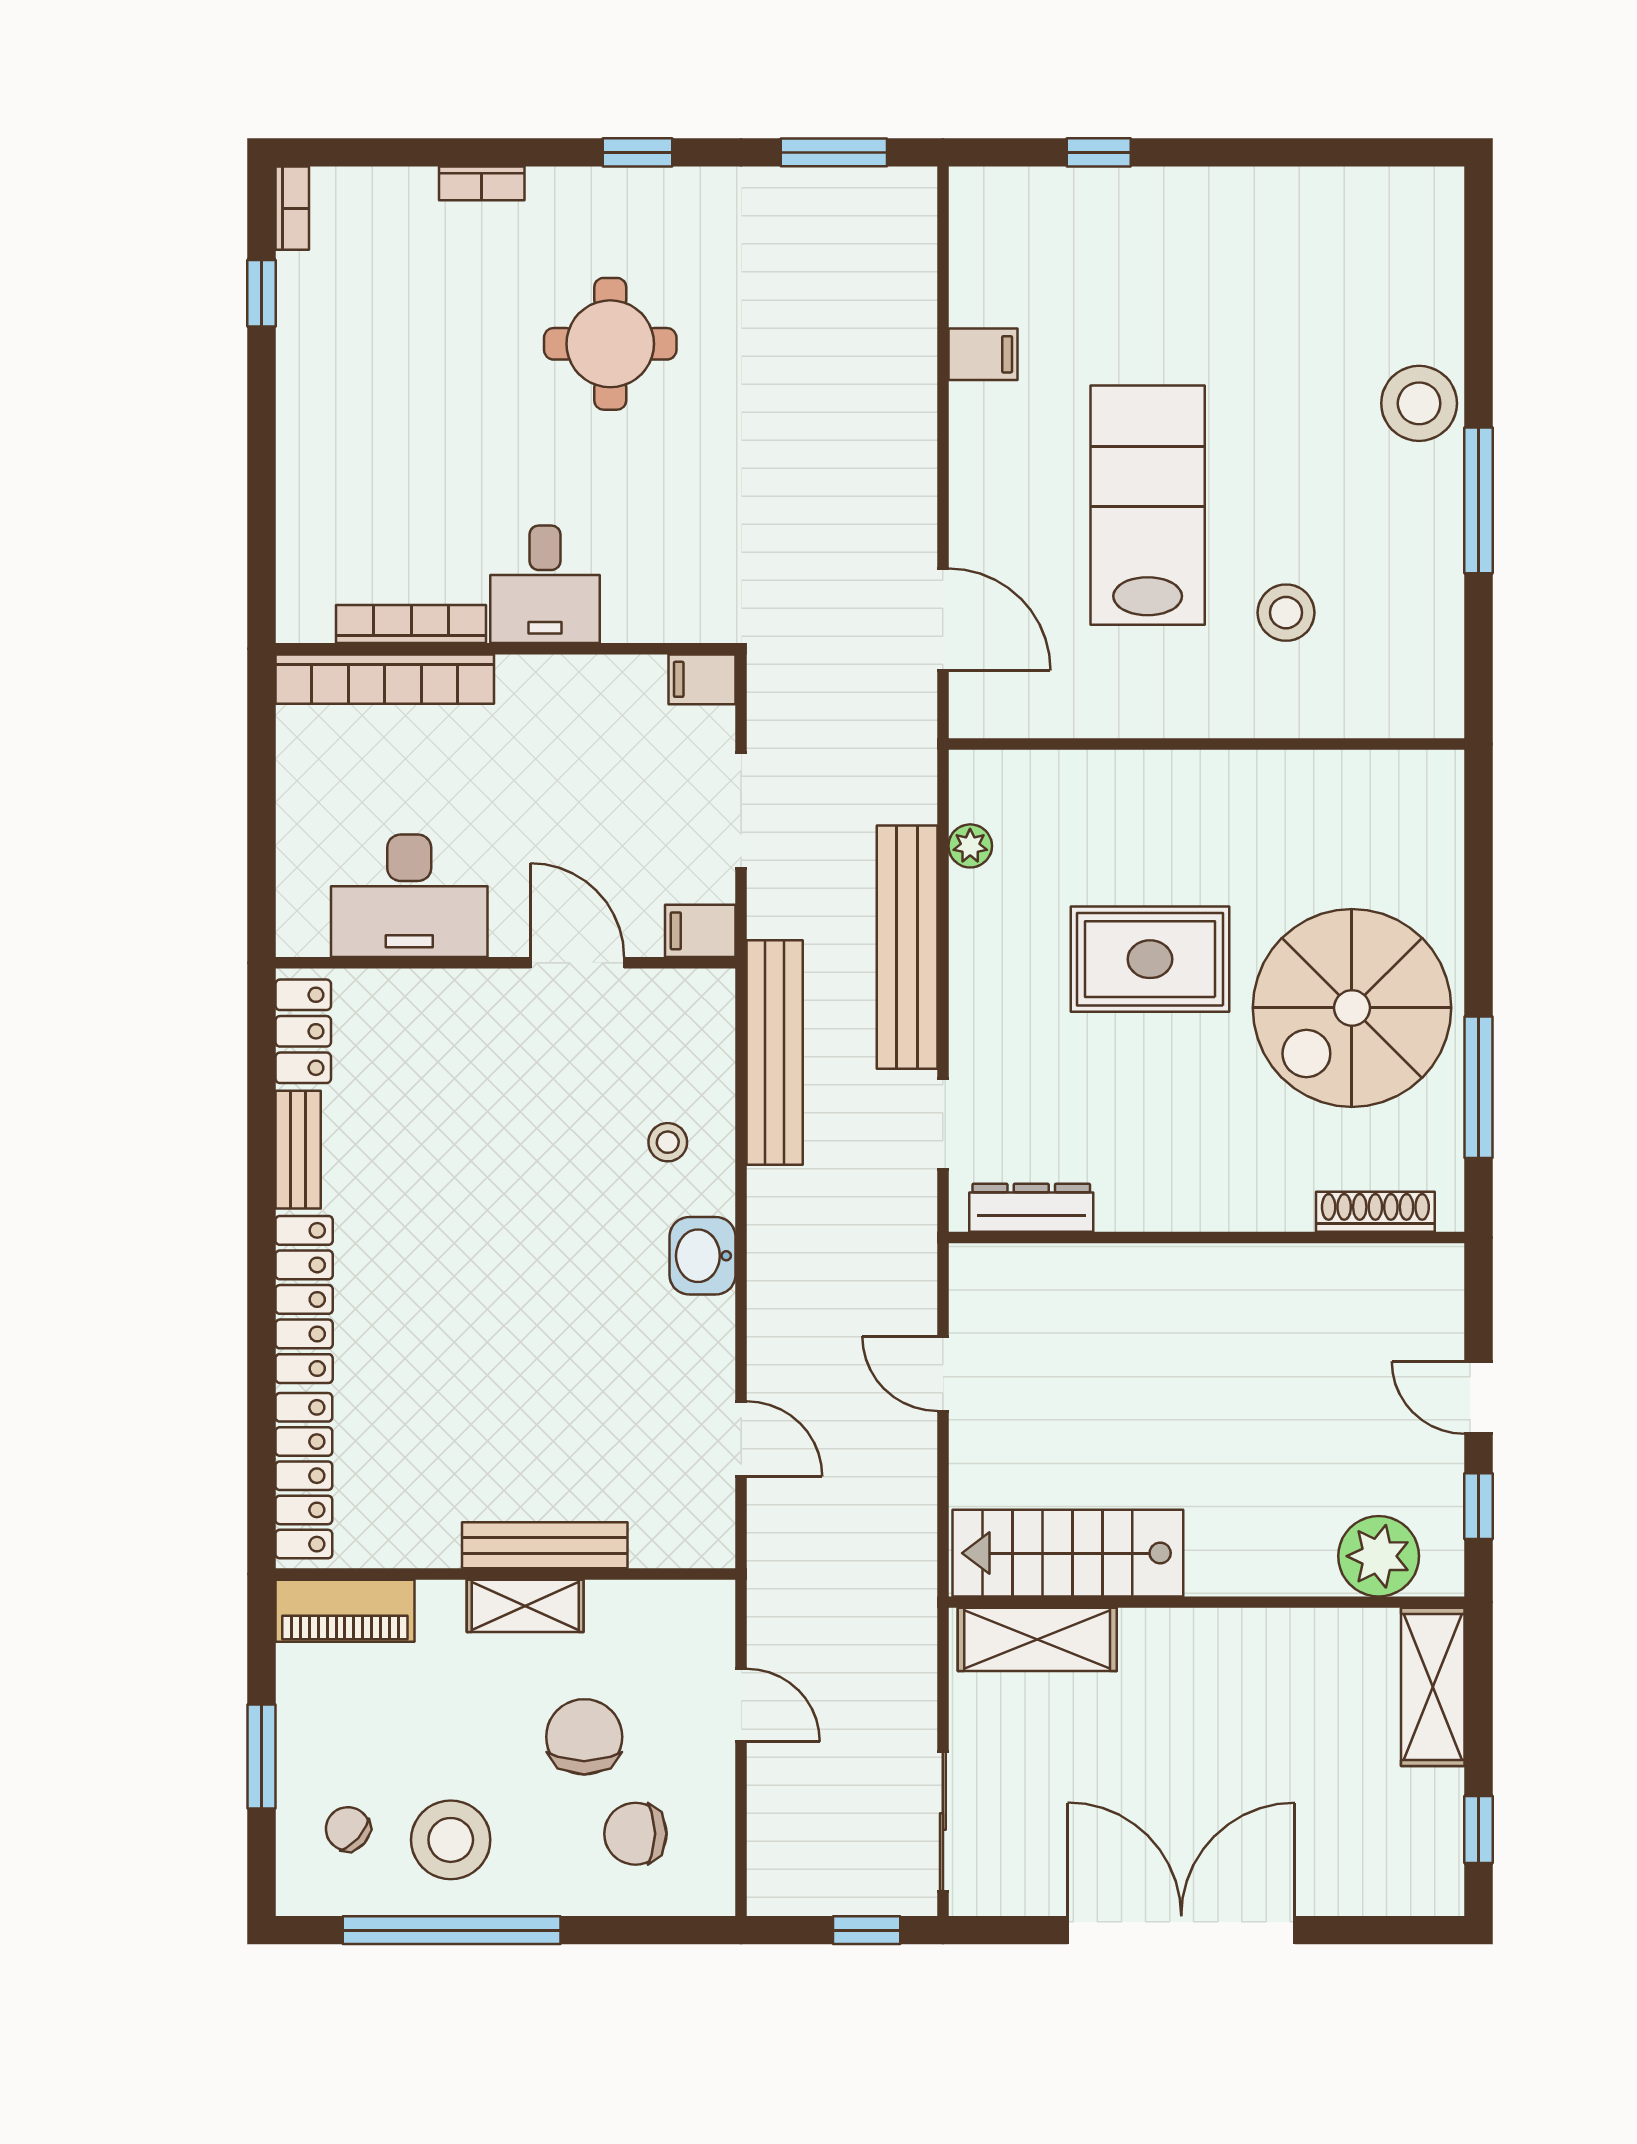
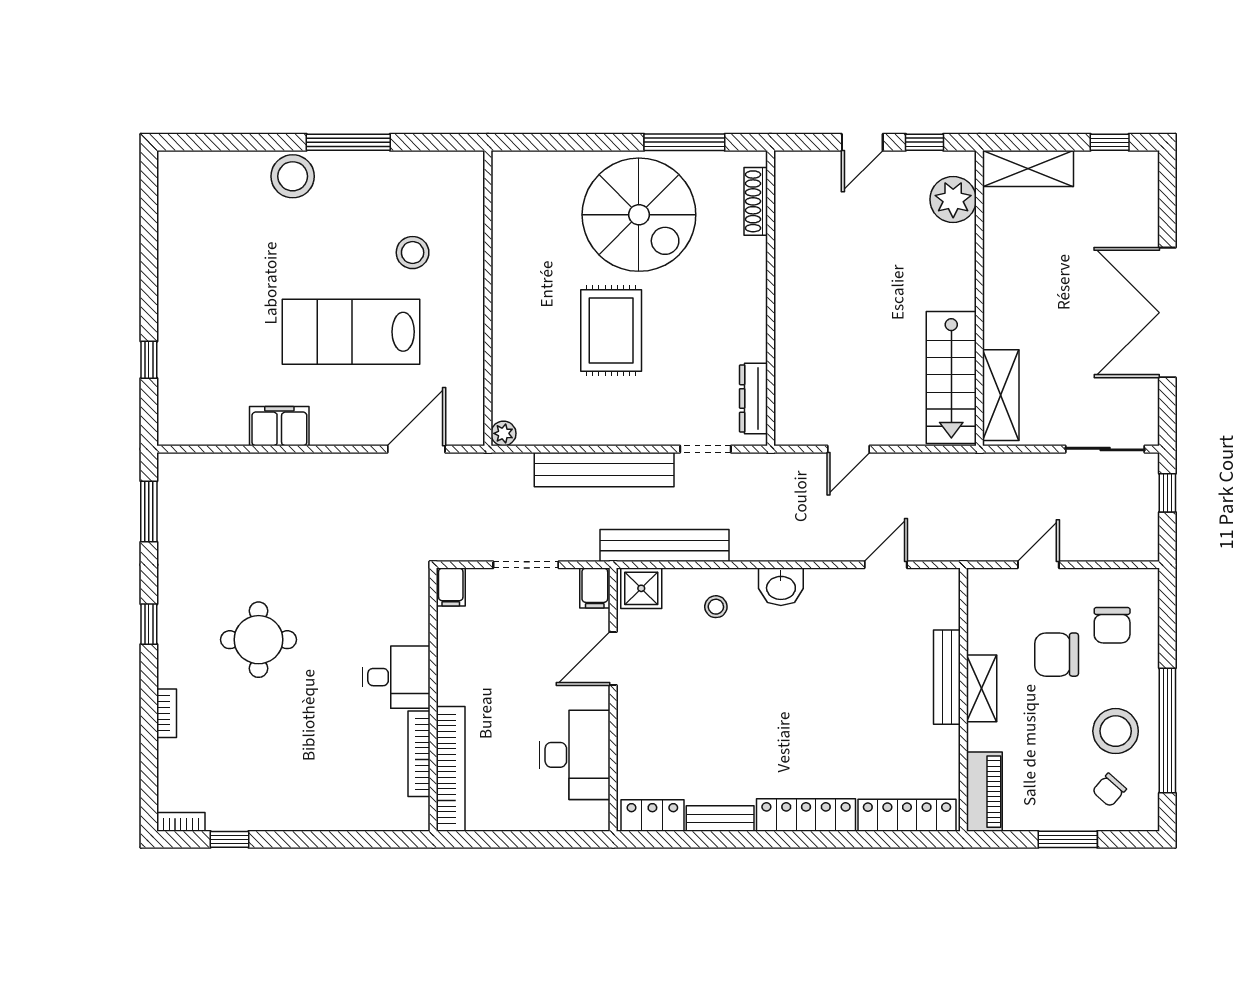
filing cabinet: (983, 354) -> (279, 426), width x2.00
plant: (970, 846) -> (503, 433), moved
shower: (700, 1012) -> (641, 588), added

